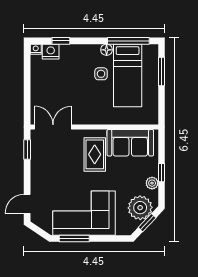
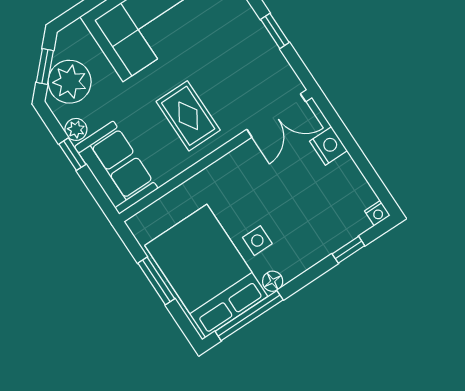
nightstand: (51, 52) -> (328, 146), moved, turned -90
window: (161, 71) -> (156, 281), moved
bed: (128, 75) -> (206, 271), width x1.50
sofa: (130, 143) -> (116, 168), moved, turned 90
window: (27, 150) -> (275, 31), moved

